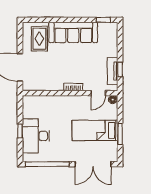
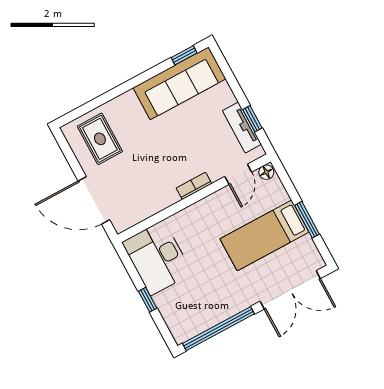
sofa: (73, 32) -> (179, 83), moved
desk: (36, 136) -> (157, 258), moved

